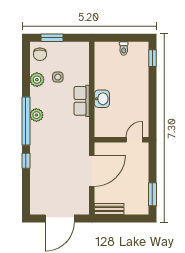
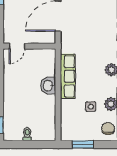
window: (52, 38) -> (83, 144), moved
row of seats: (82, 101) -> (68, 76), width x1.48

